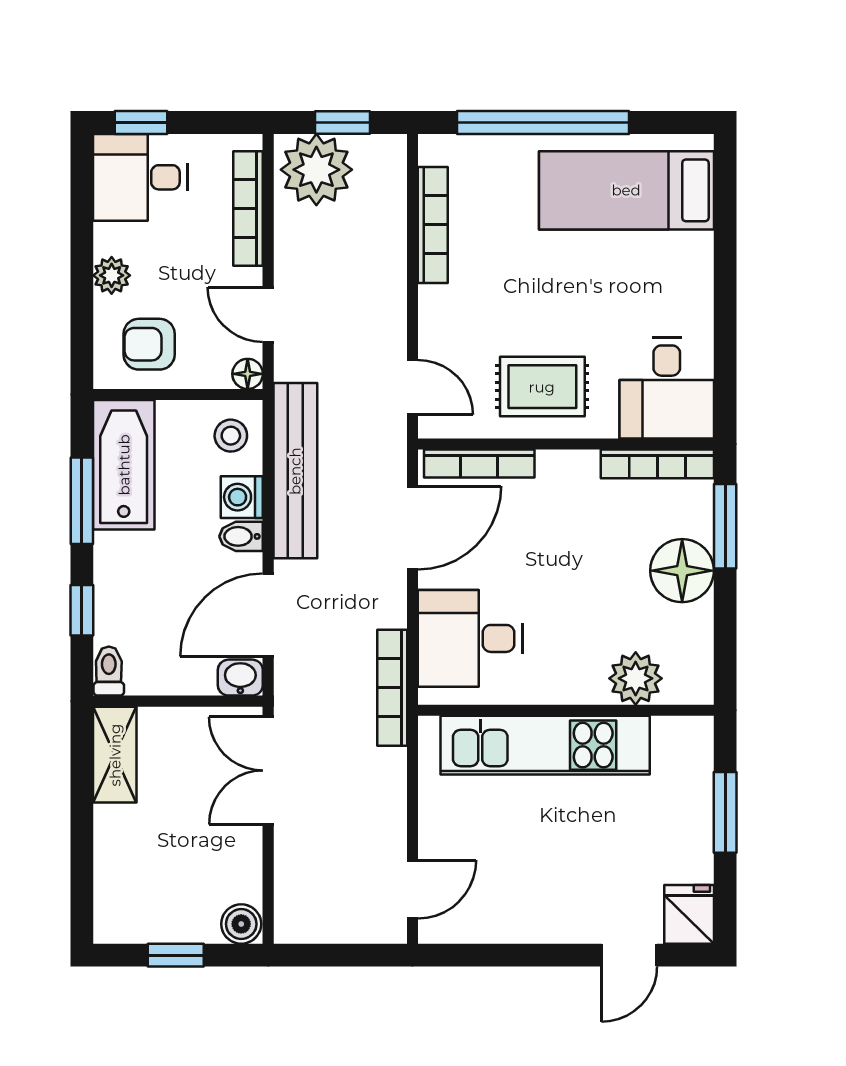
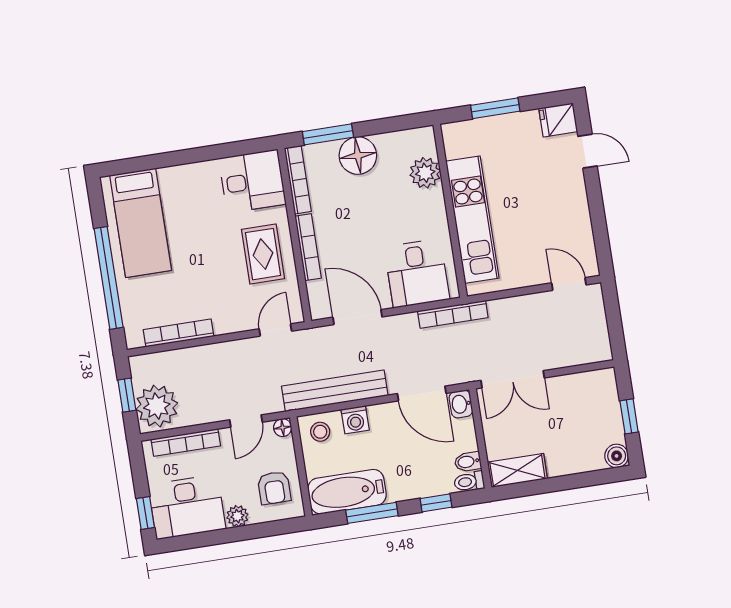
desk: (140, 177) -> (187, 507), width x1.37
bookcase: (479, 464) -> (308, 247), moved
bidet: (241, 536) -> (468, 462), moved, turned 90
boiler: (241, 924) -> (617, 456), moved

